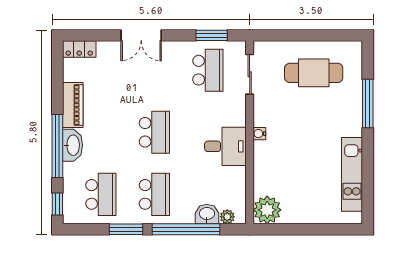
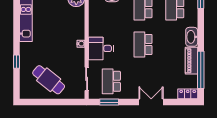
cafe table: (314, 73) -> (49, 80), turned 39
window: (368, 103) -> (17, 62), width x0.46
window: (57, 146) -> (201, 70), moved
desk: (225, 146) -> (101, 48), moved

